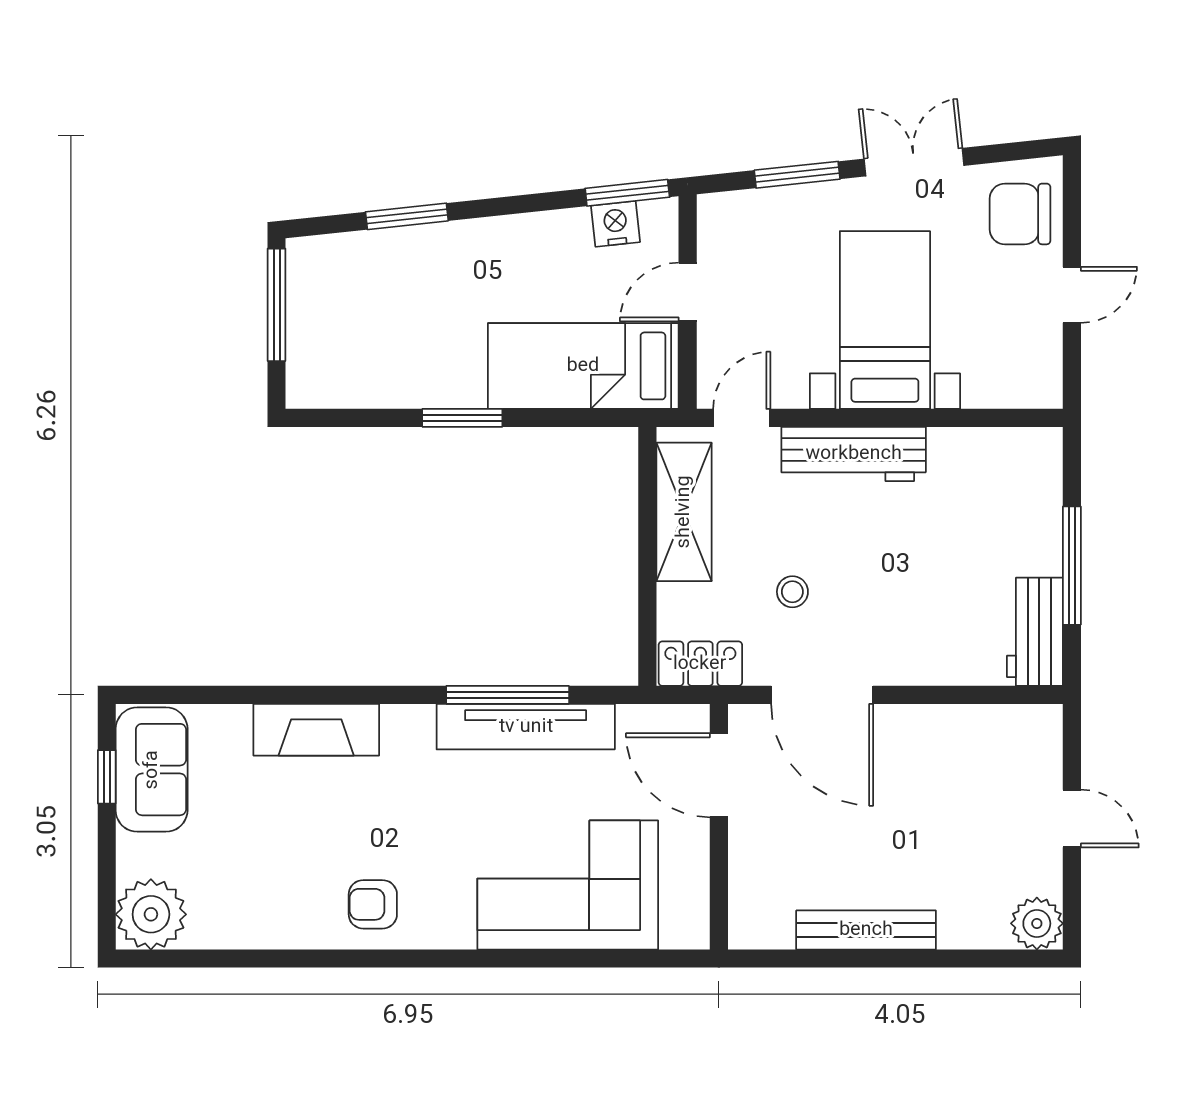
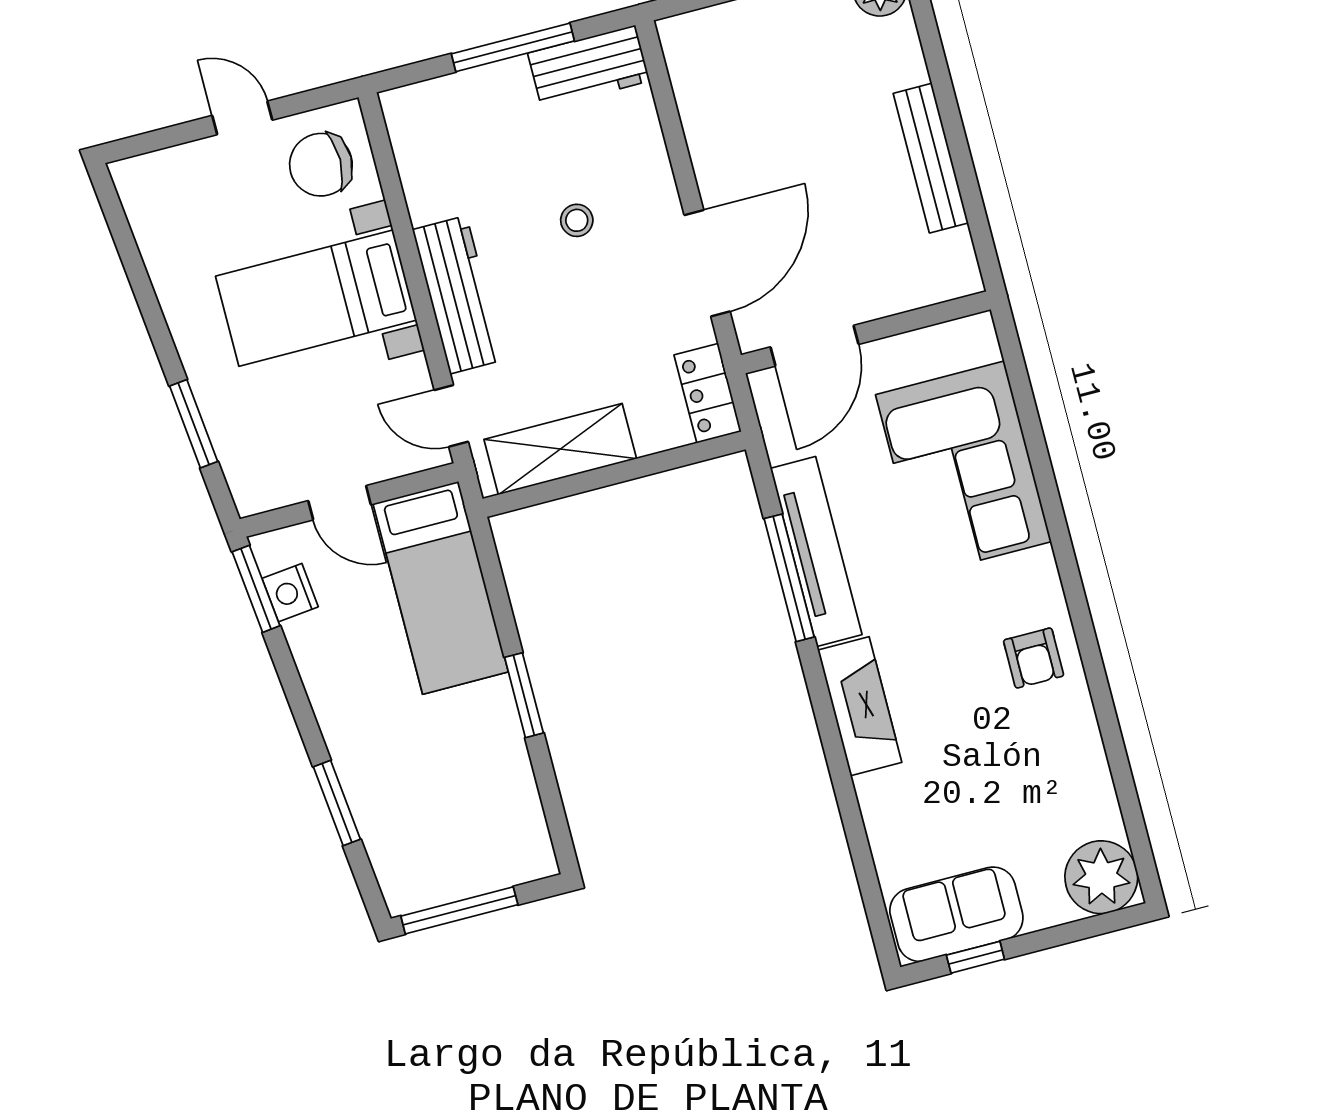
double door: (914, 162) -> (151, 310), removed
chair: (1020, 214) -> (321, 165), moved, turned 90
stool: (792, 592) -> (577, 220), moved
fireplace: (316, 730) -> (860, 706), moved

